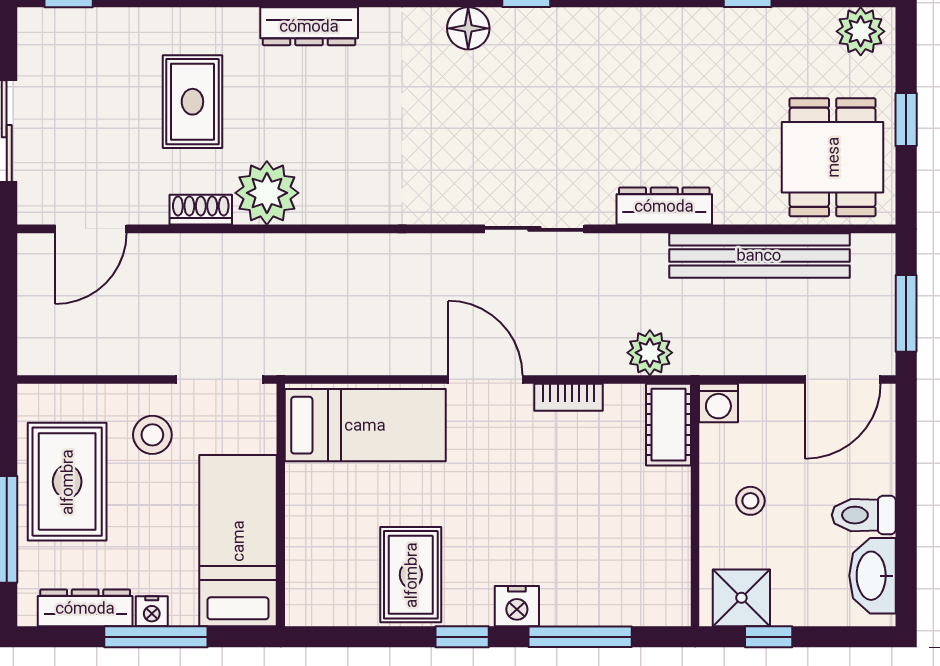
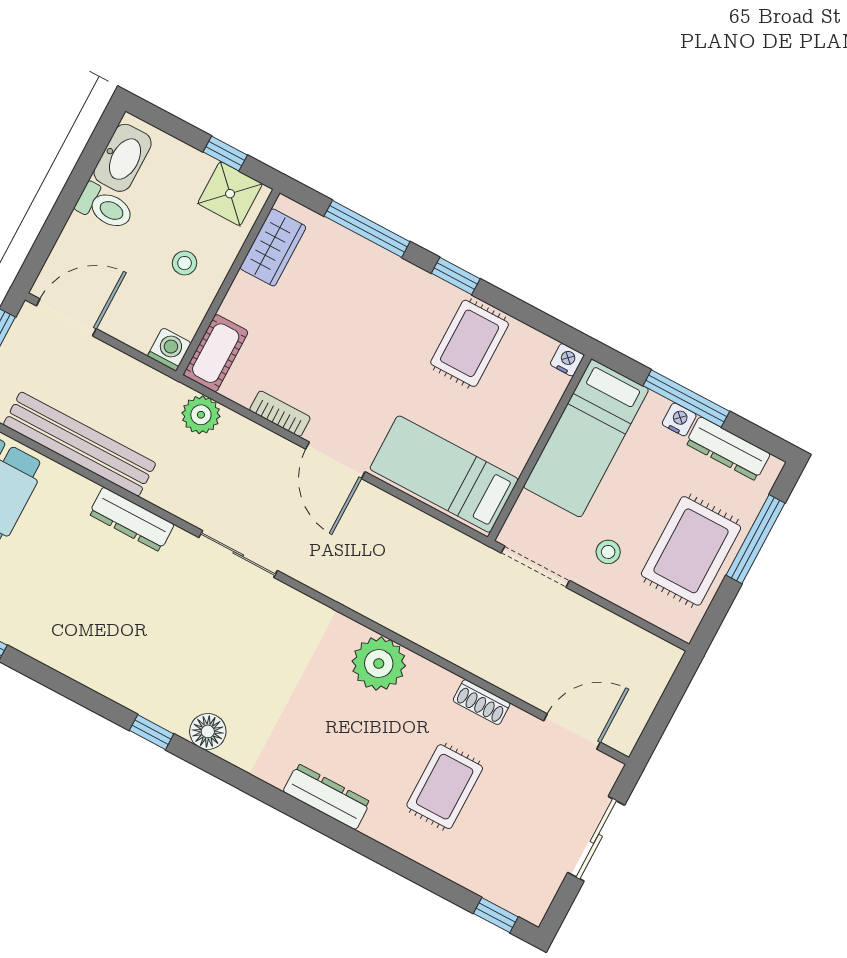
plant: (267, 193) -> (379, 663), moved
stool: (152, 435) -> (608, 552), width x0.73, depth x0.73
wardrobe: (667, 566) -> (273, 247), added
nightstand: (517, 606) -> (567, 360), moved, width x0.72, depth x0.74

